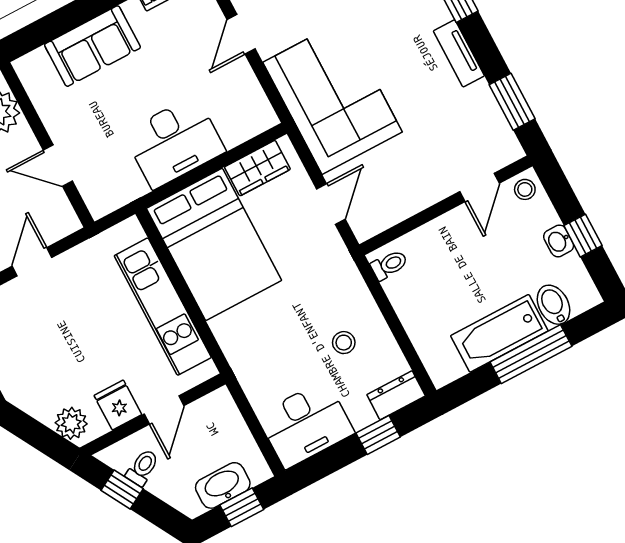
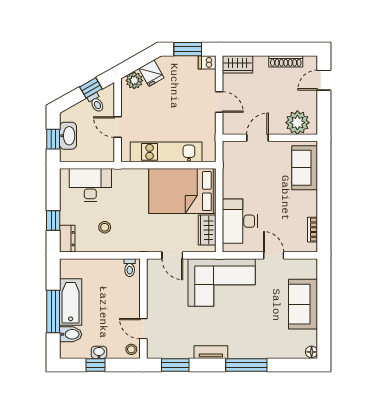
sofa: (92, 46) -> (305, 168), moved
desk: (174, 142) -> (240, 221), moved
fridge: (118, 405) -> (151, 73), moved, turned 61
desk: (306, 424) -> (90, 185), moved, turned 90

